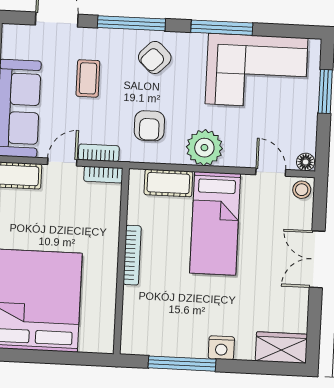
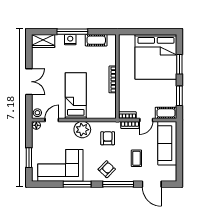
door: (271, 172) -> (52, 120), swing flipped
cot: (168, 183) -> (96, 40), moved
window: (182, 364) -> (72, 32), moved

